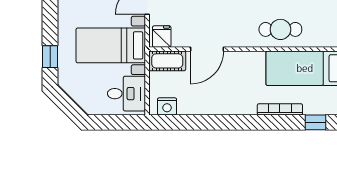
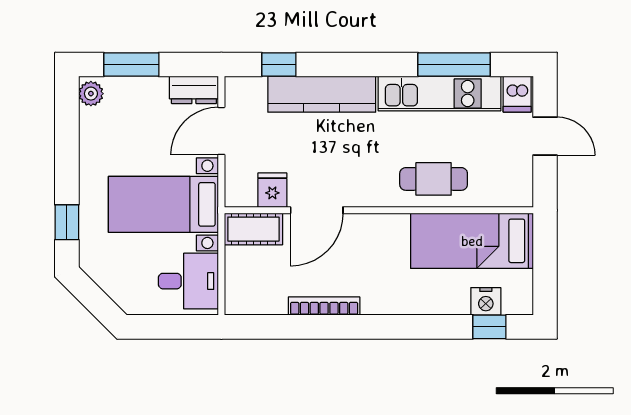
fridge: (162, 36) -> (272, 190), moved
nightstand: (167, 106) -> (486, 301), moved
bookcase: (280, 109) -> (324, 306), moved

